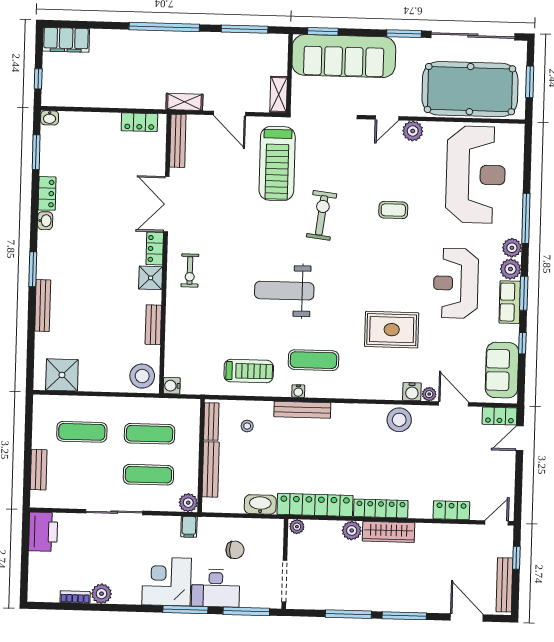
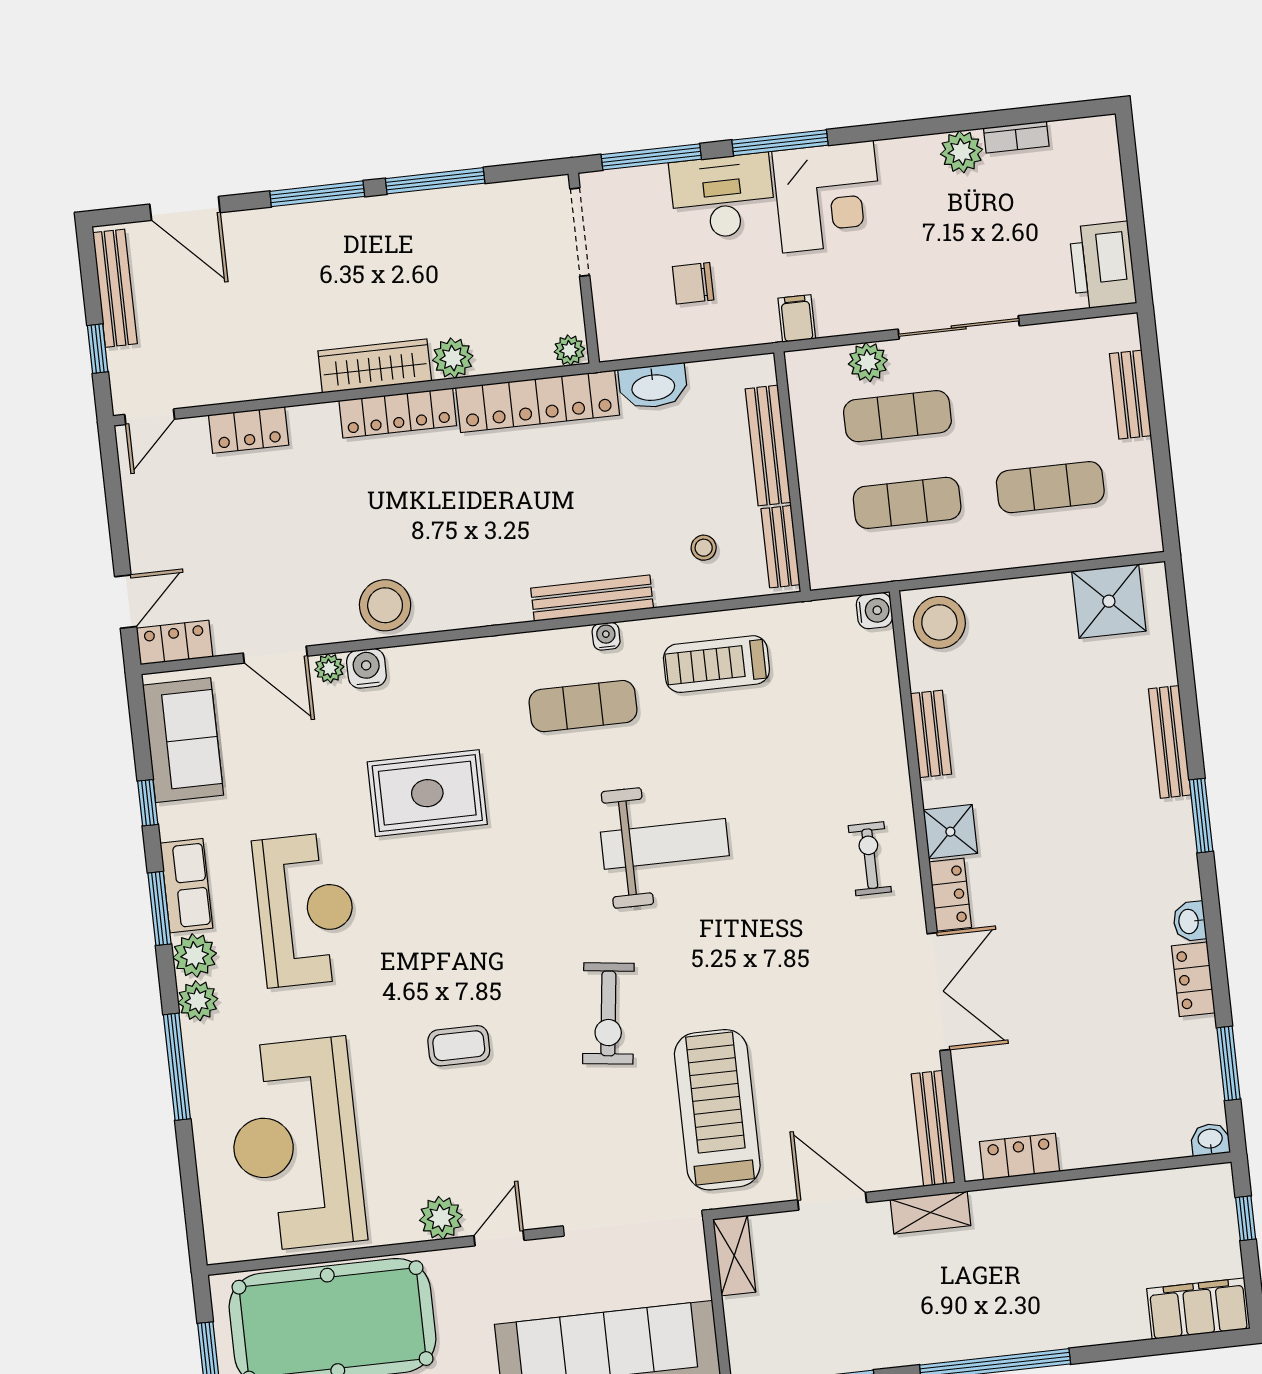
plant: (188, 503) -> (868, 362), moved

